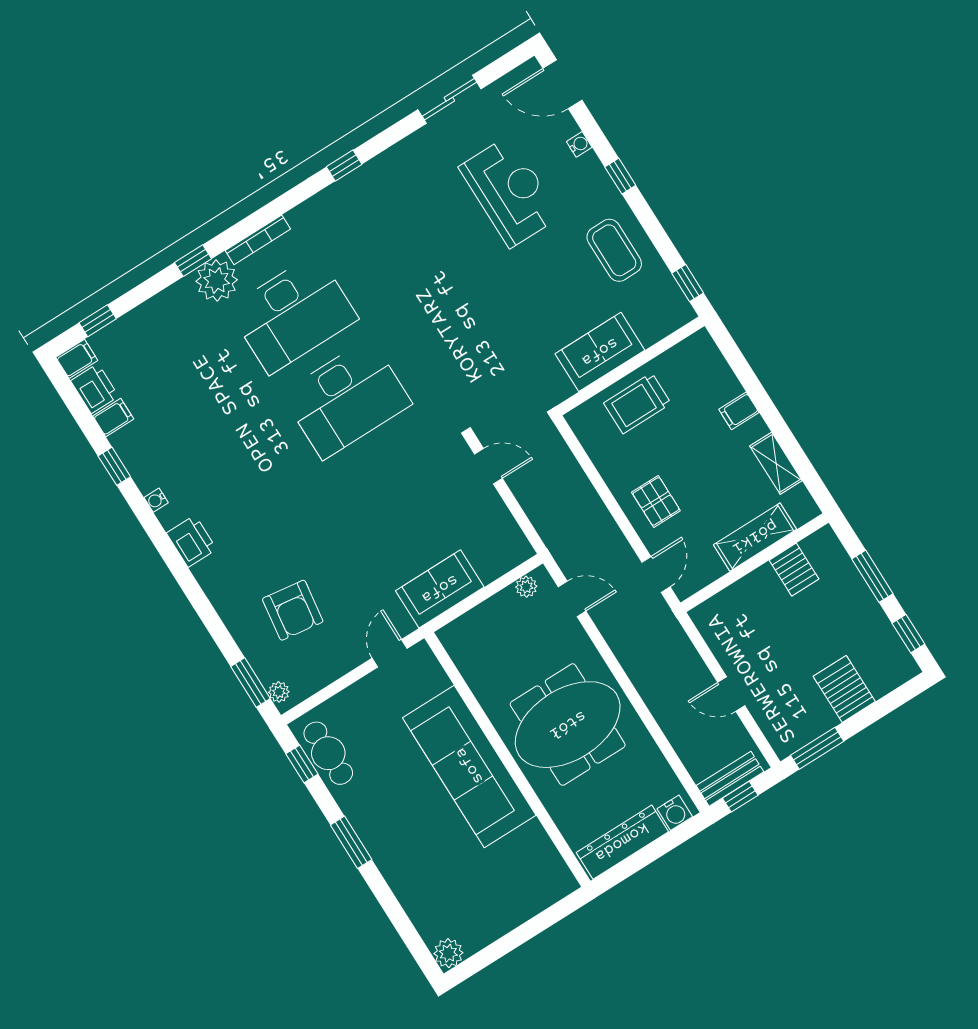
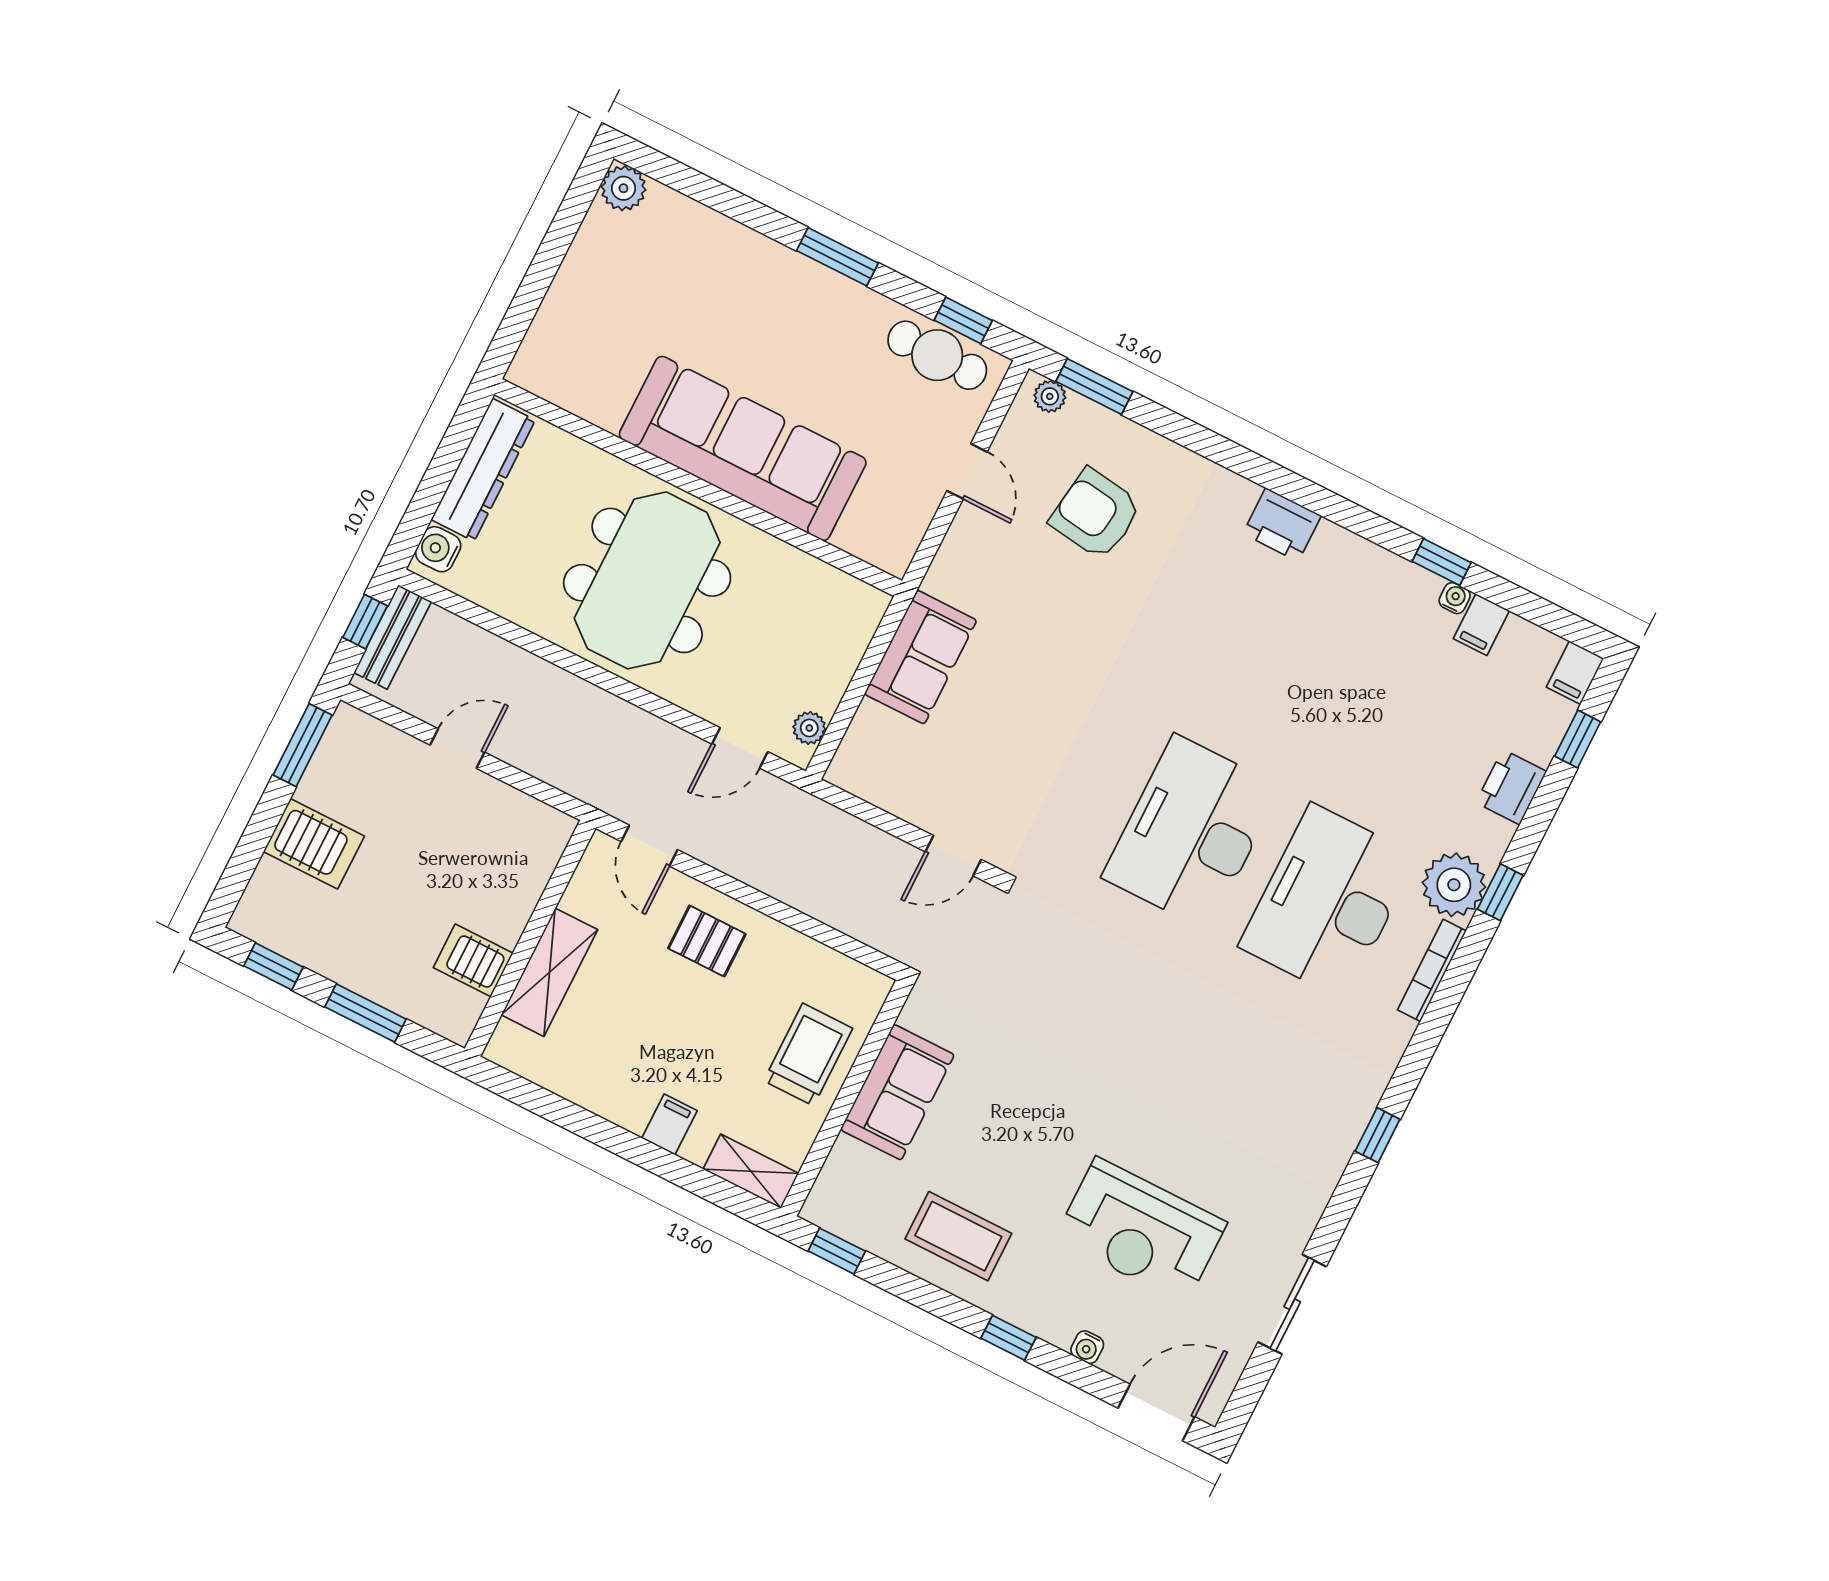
printer: (95, 389) -> (1511, 787), moved, turned 90
shelving: (776, 463) -> (751, 1171), moved
water cooler: (156, 500) -> (1455, 598), moved
door: (390, 653) -> (967, 471), moved

